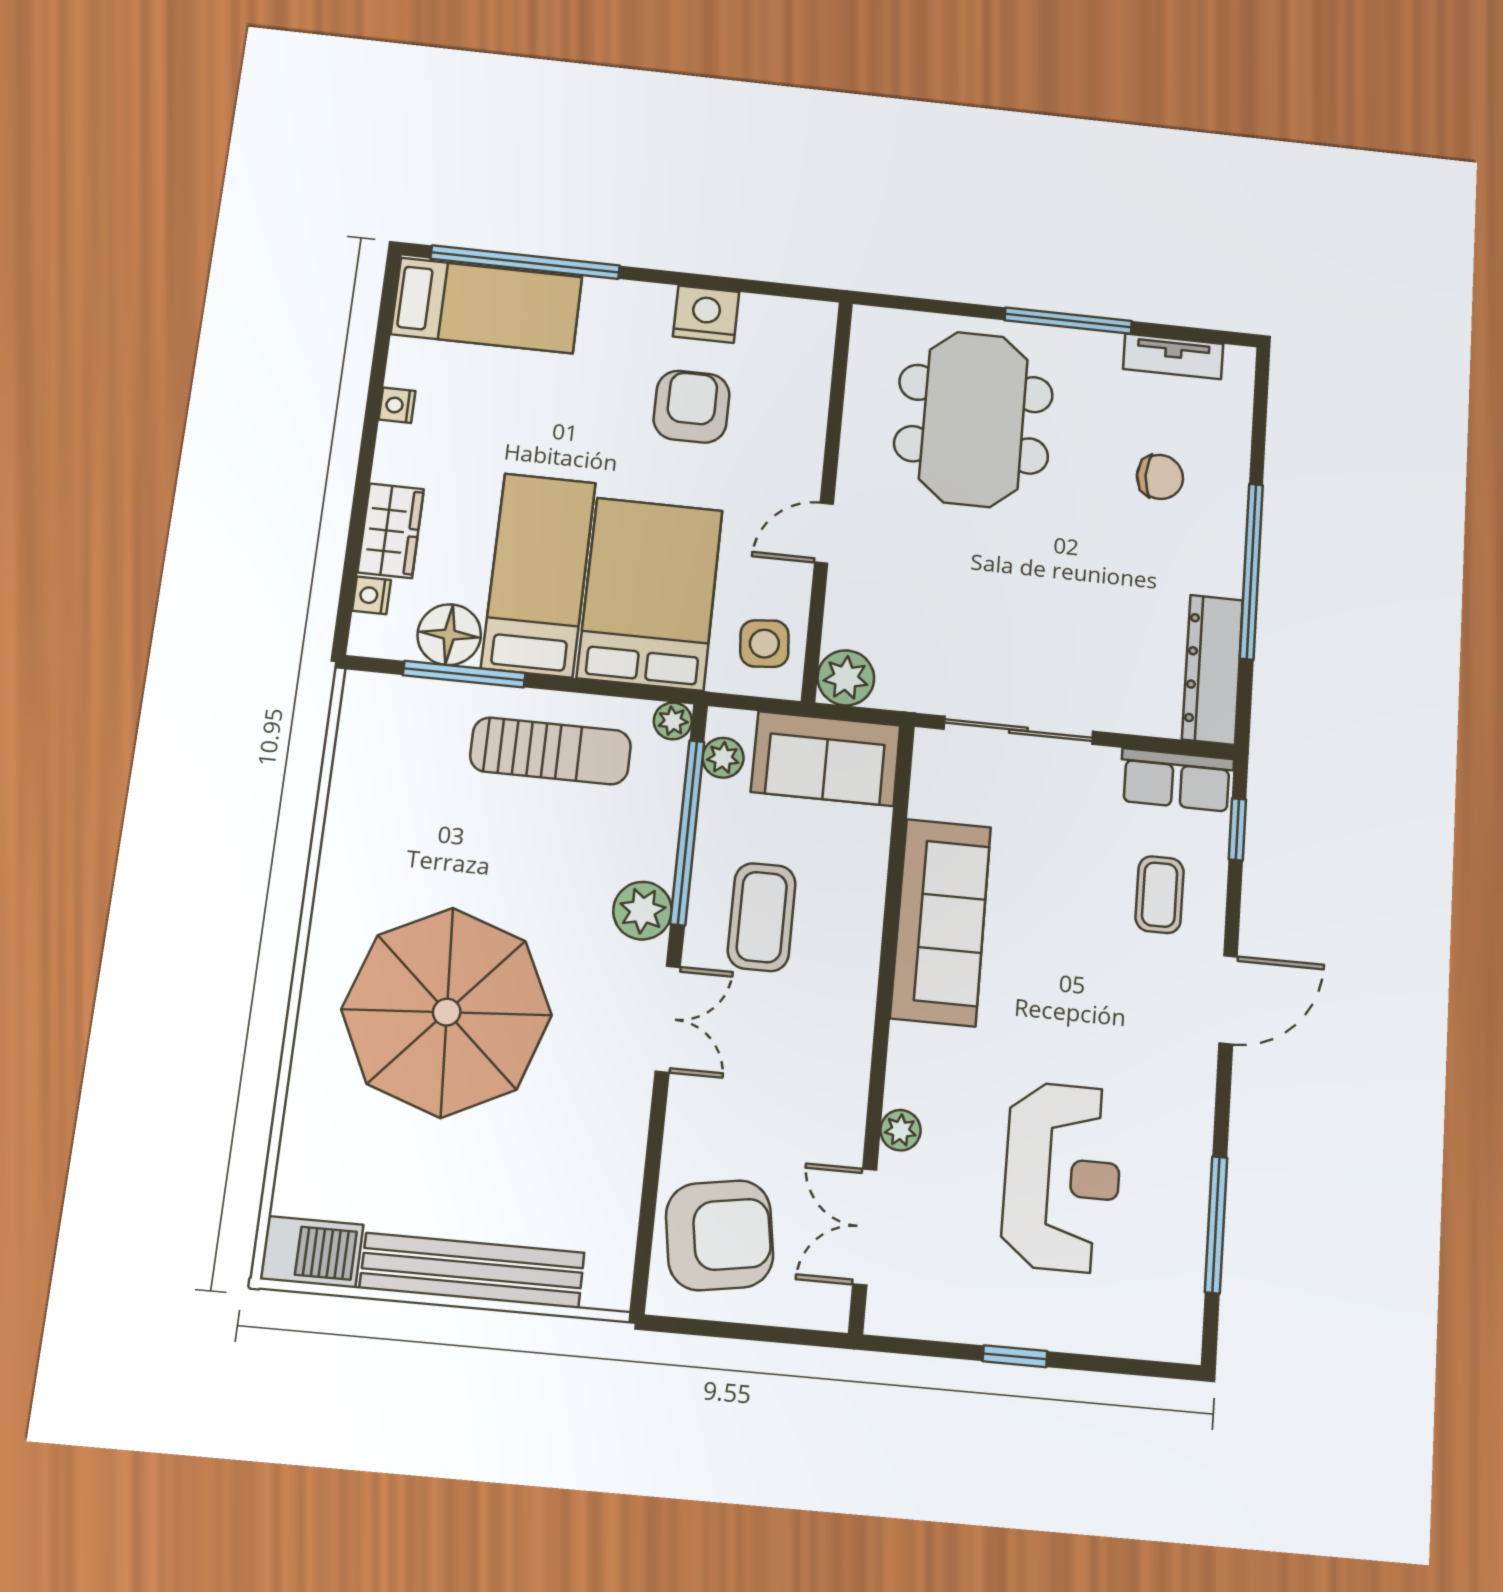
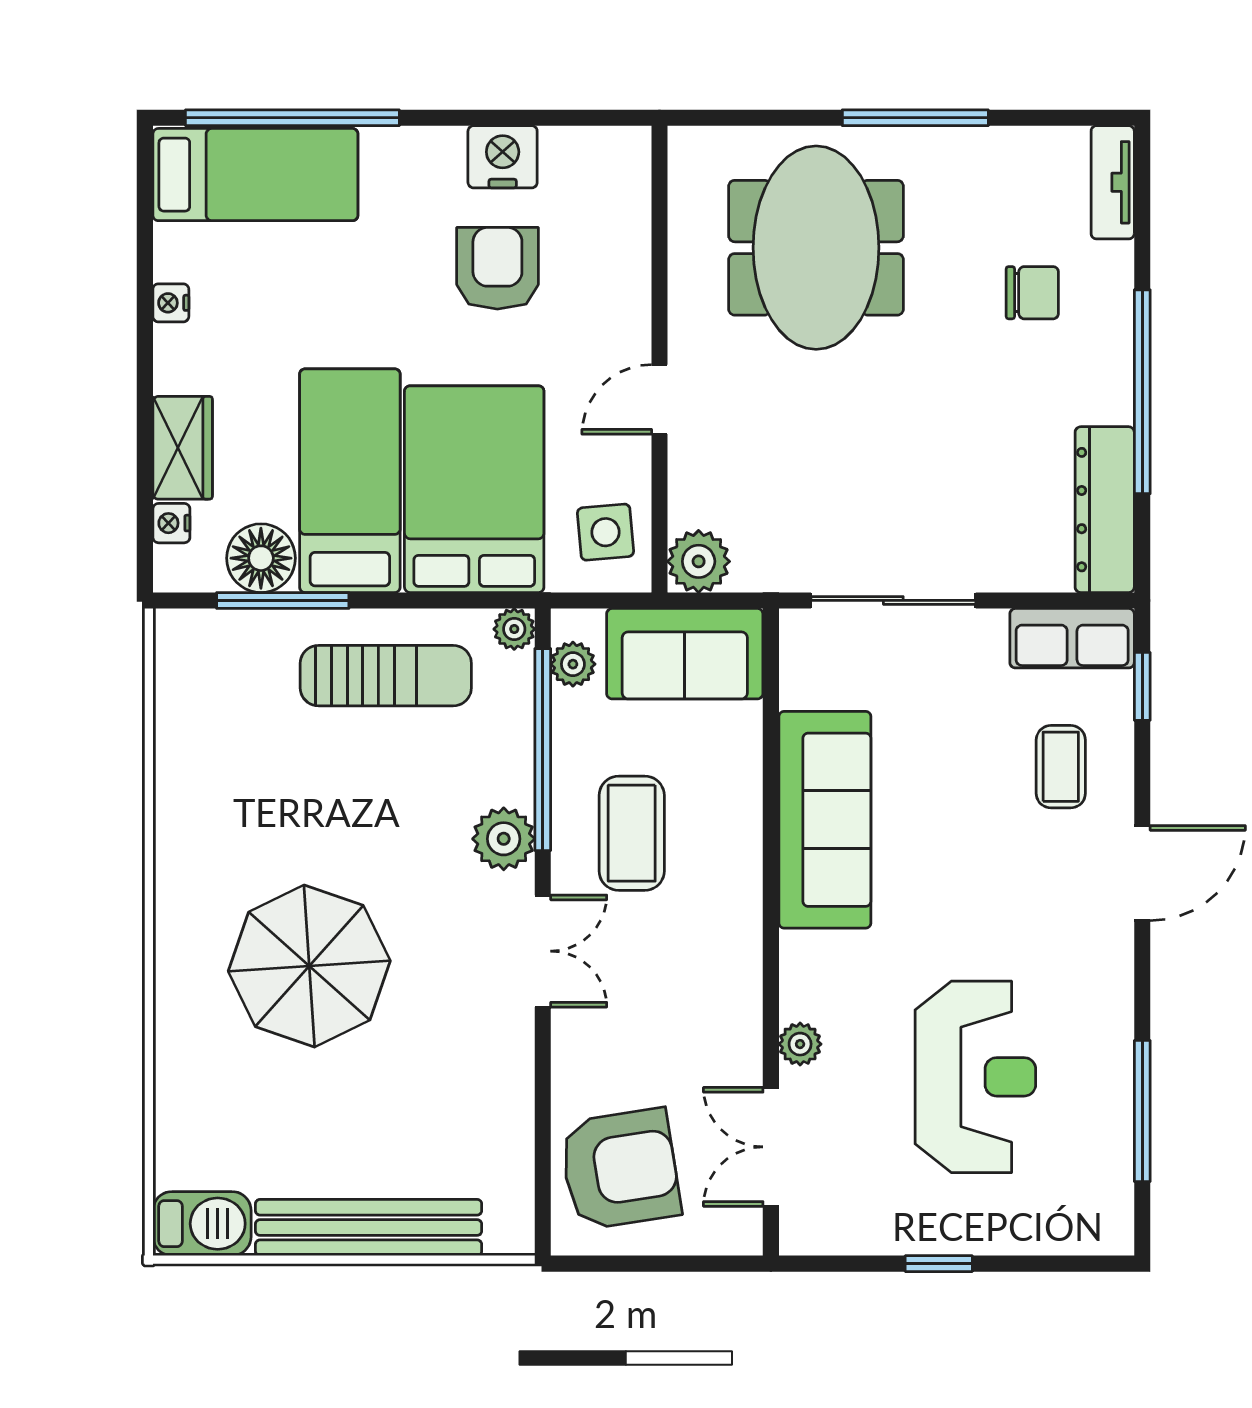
tv unit: (1173, 356) -> (1113, 182), moved, turned 90
parasol: (447, 1012) -> (309, 966), width x0.73, depth x0.73

